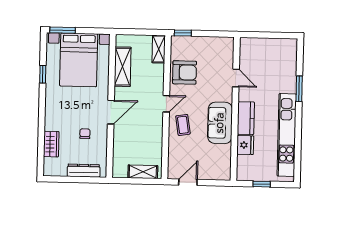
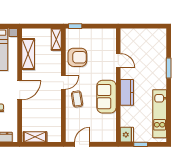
kitchen unit: (287, 135) -> (160, 114), width x0.73
fridge: (245, 145) -> (127, 135), moved
shelving: (143, 172) -> (35, 137), moved

